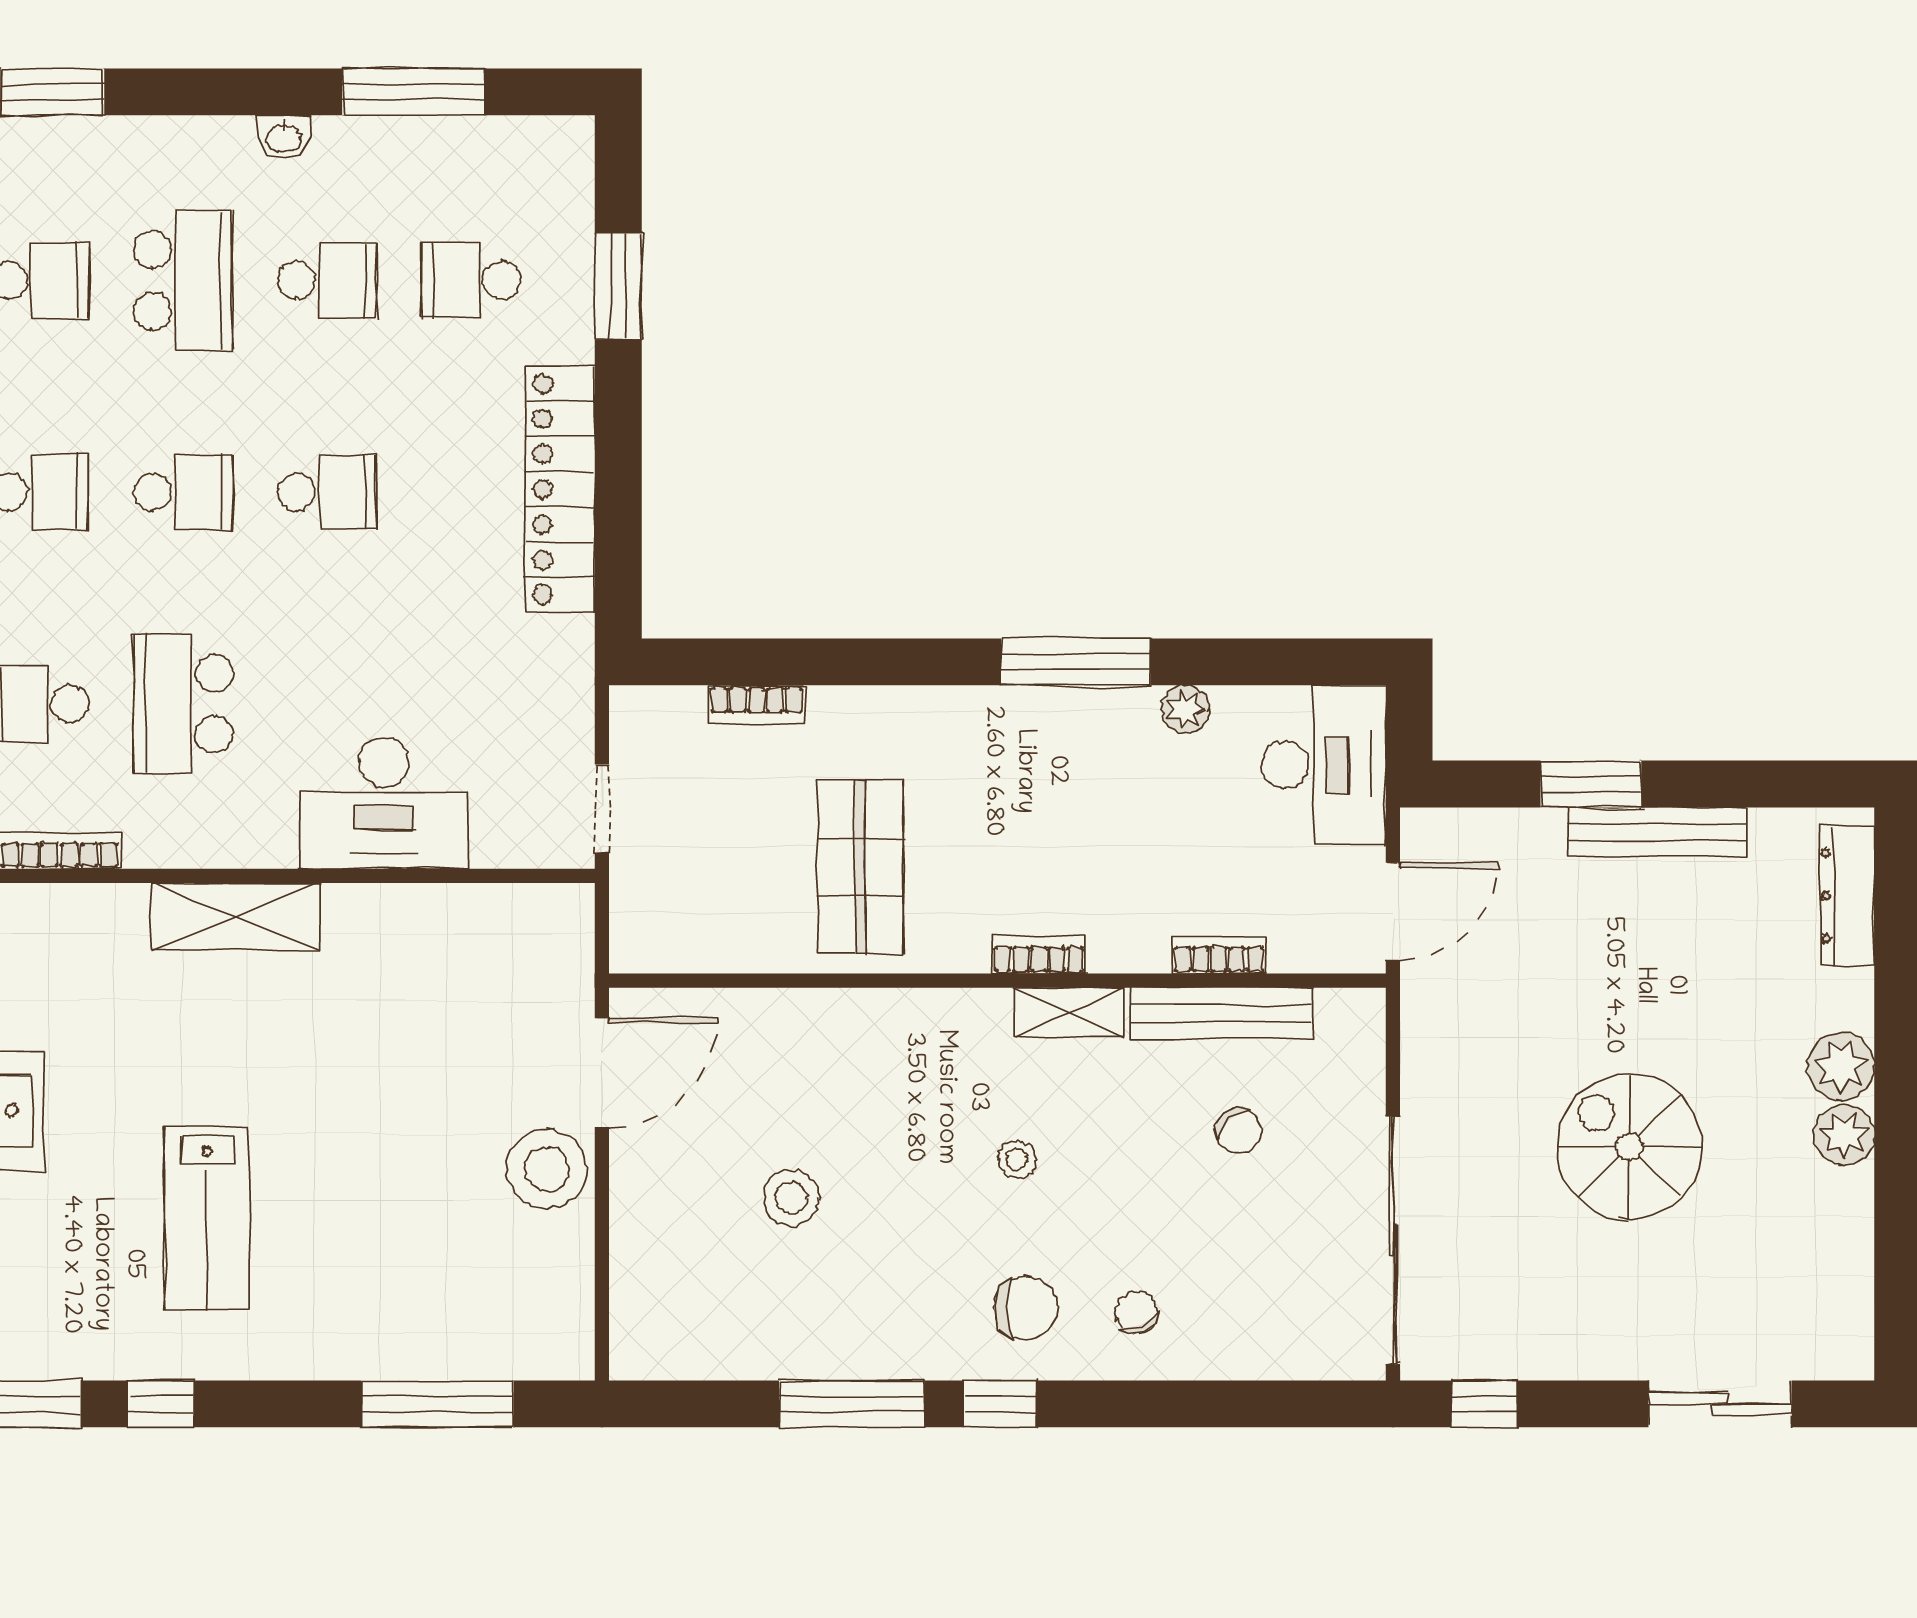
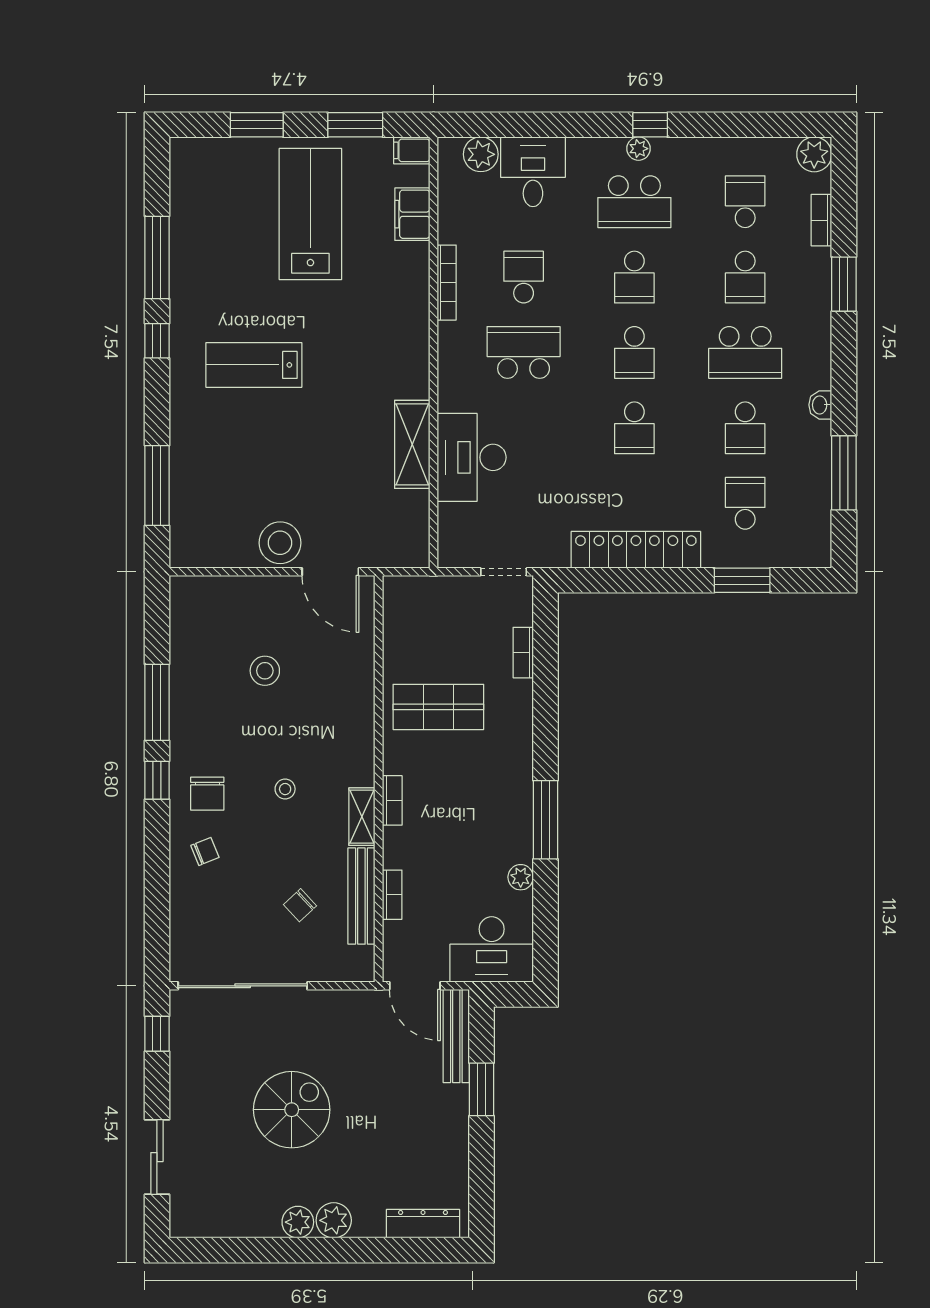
doorway: (602, 809) -> (504, 572), moved
bench: (1657, 832) -> (456, 1036), moved
shelving: (236, 917) -> (412, 444), moved

